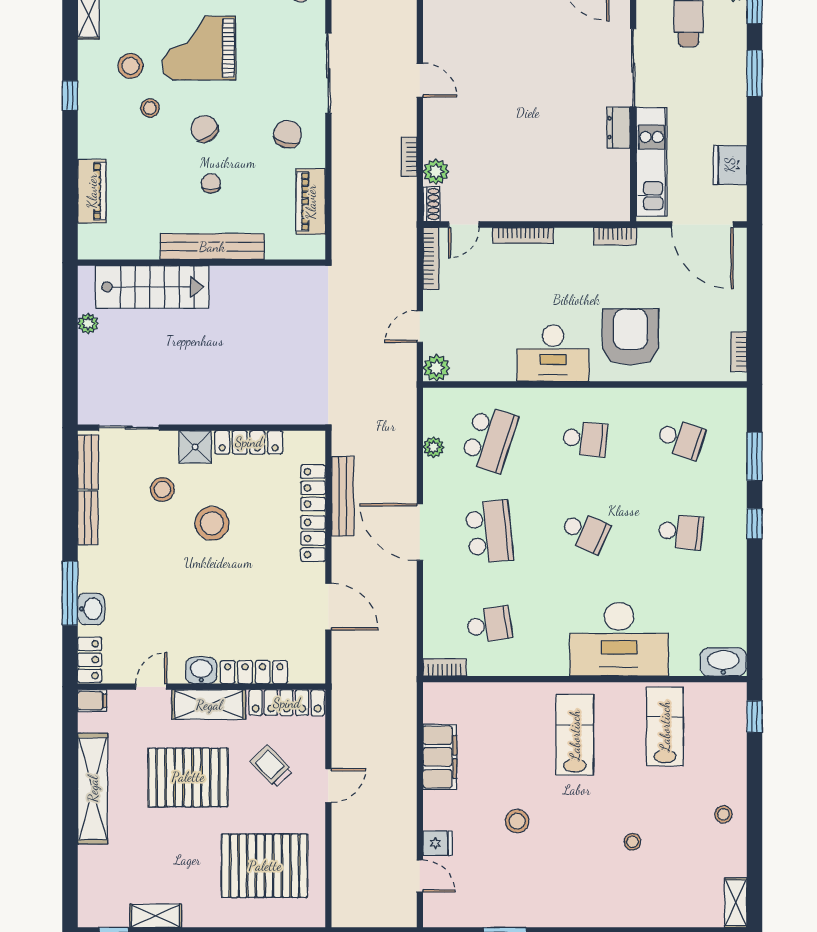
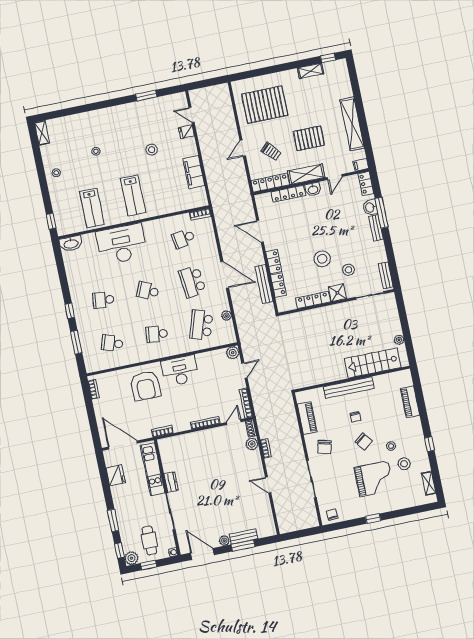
bench: (88, 518) -> (376, 228), moved
pallet: (188, 777) -> (309, 138), width x0.73, depth x0.71

